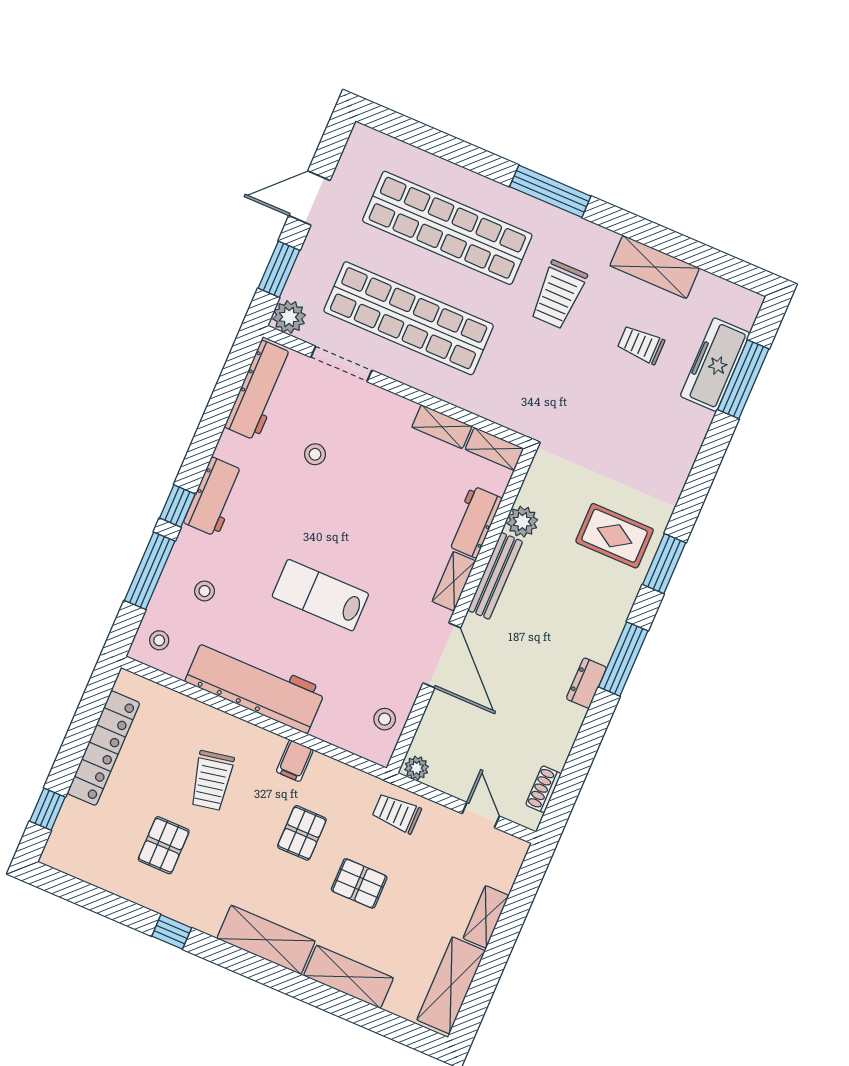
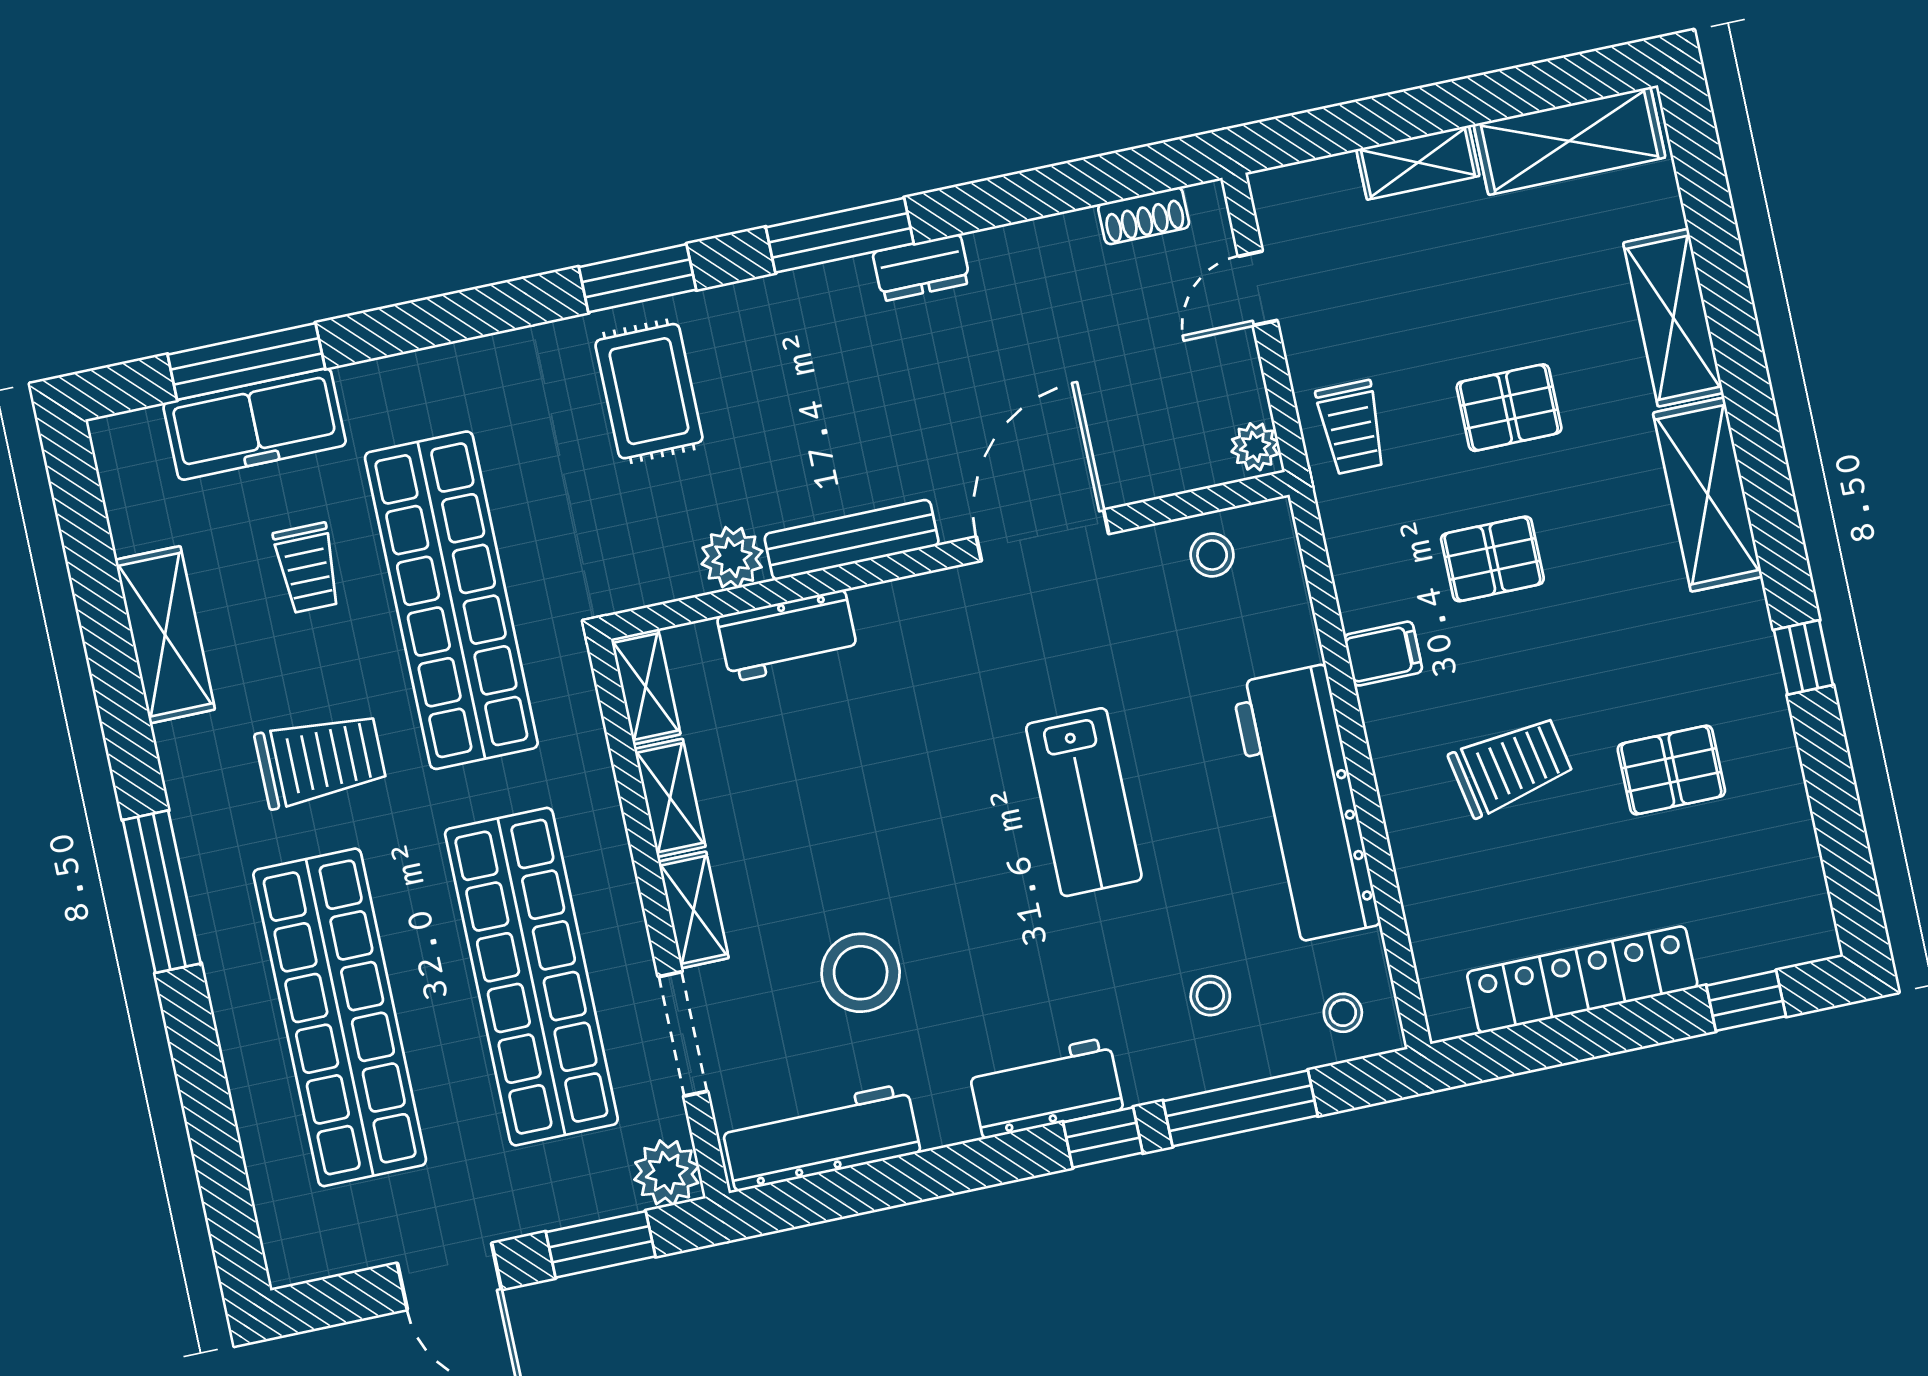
shop shelf: (586, 394) -> (451, 600), added
stool: (315, 454) -> (861, 973), width x1.89, depth x1.89
shelving: (454, 581) -> (693, 910), moved, turned 90
pallet: (359, 883) -> (1509, 408), turned 90

